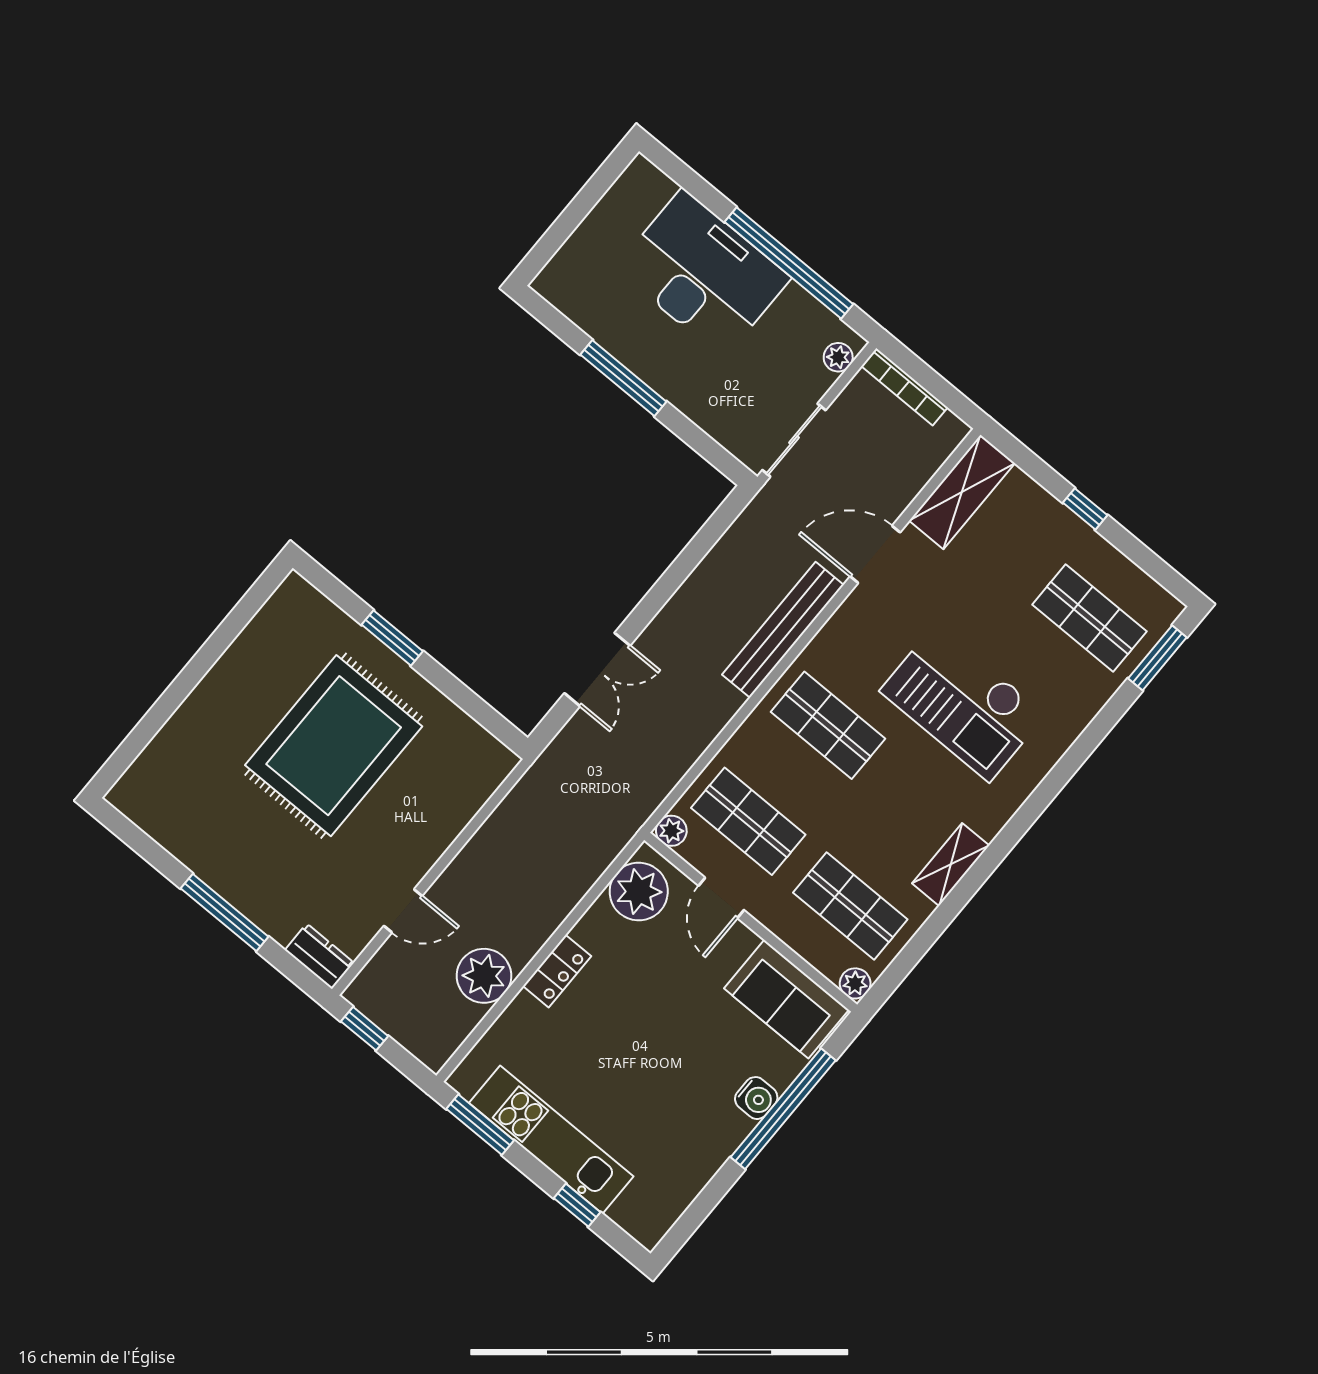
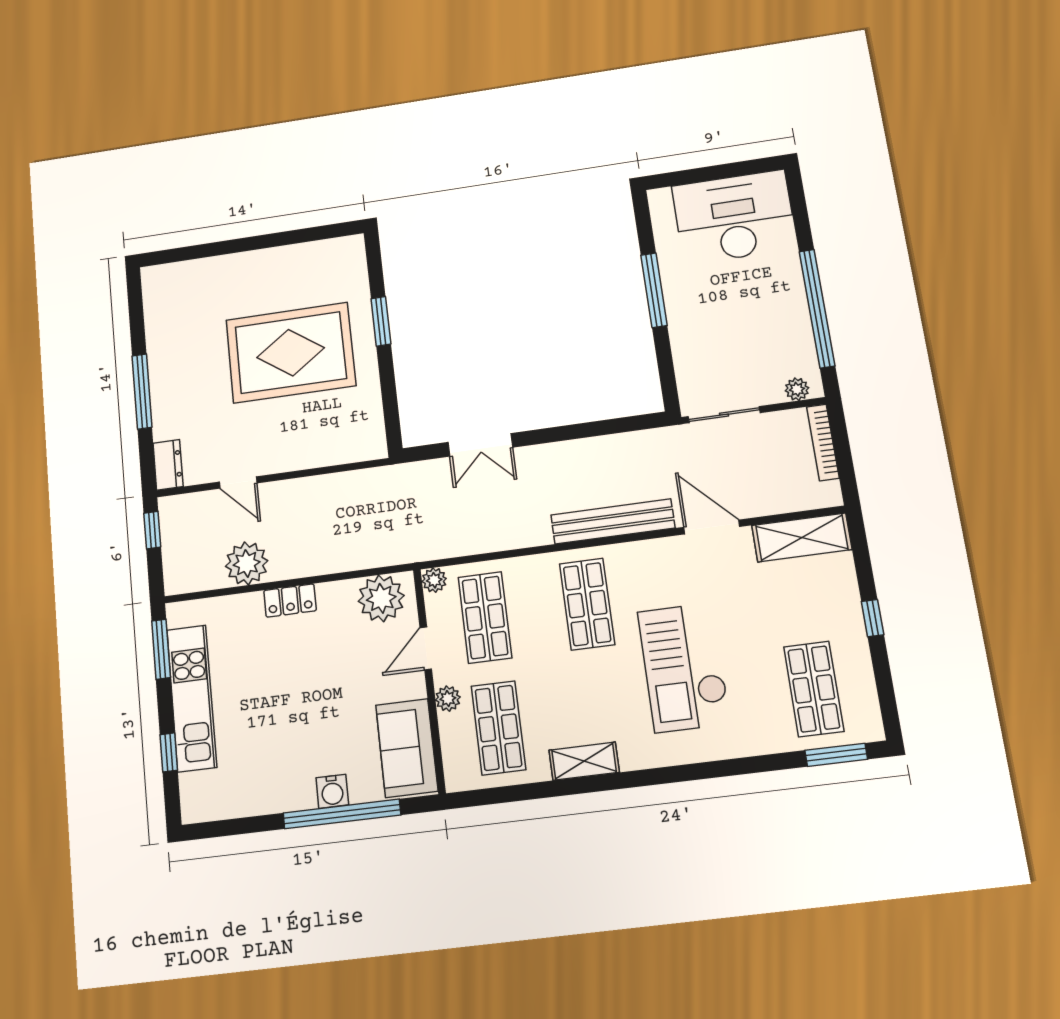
desk: (703, 273) -> (734, 217), moved, turned -90
plant: (855, 983) -> (448, 699), moved

